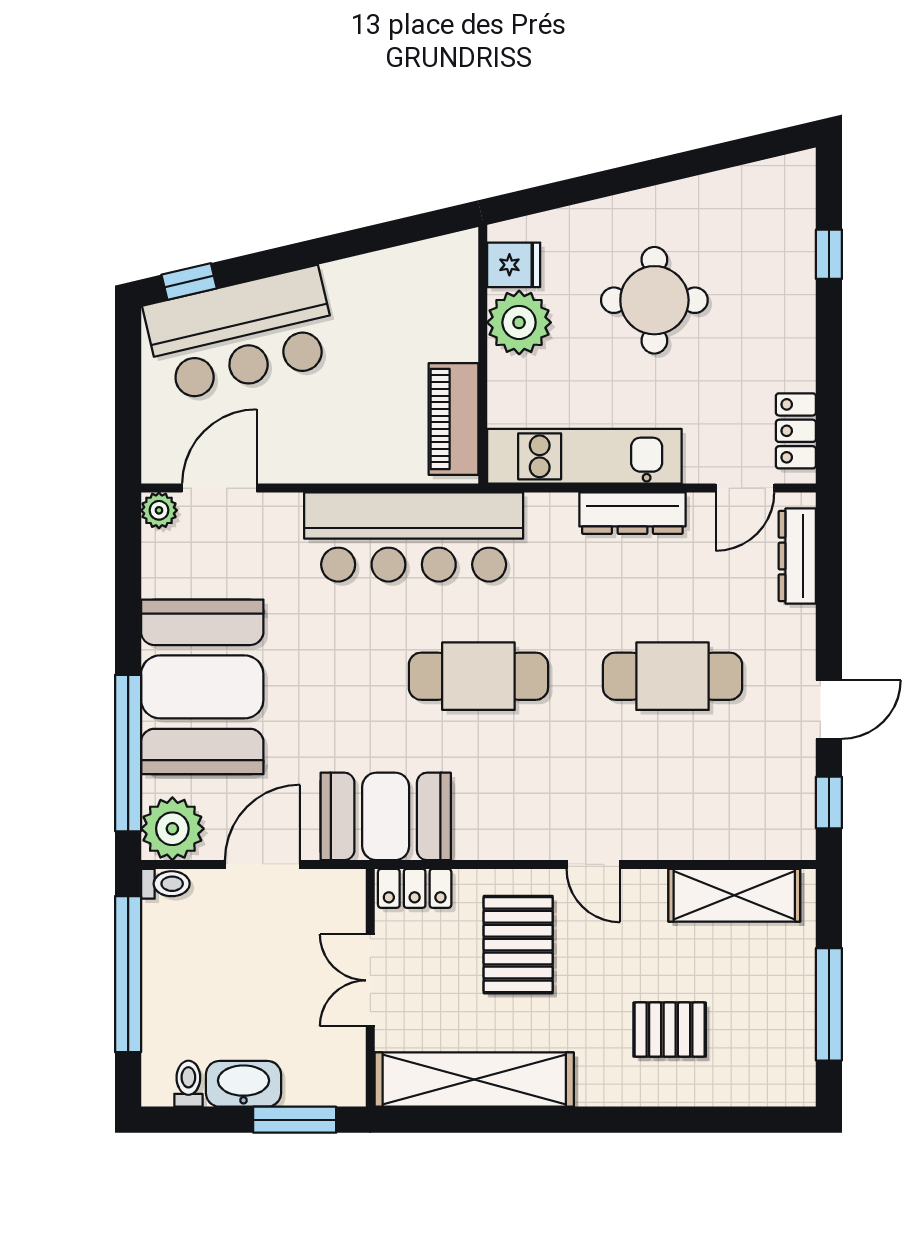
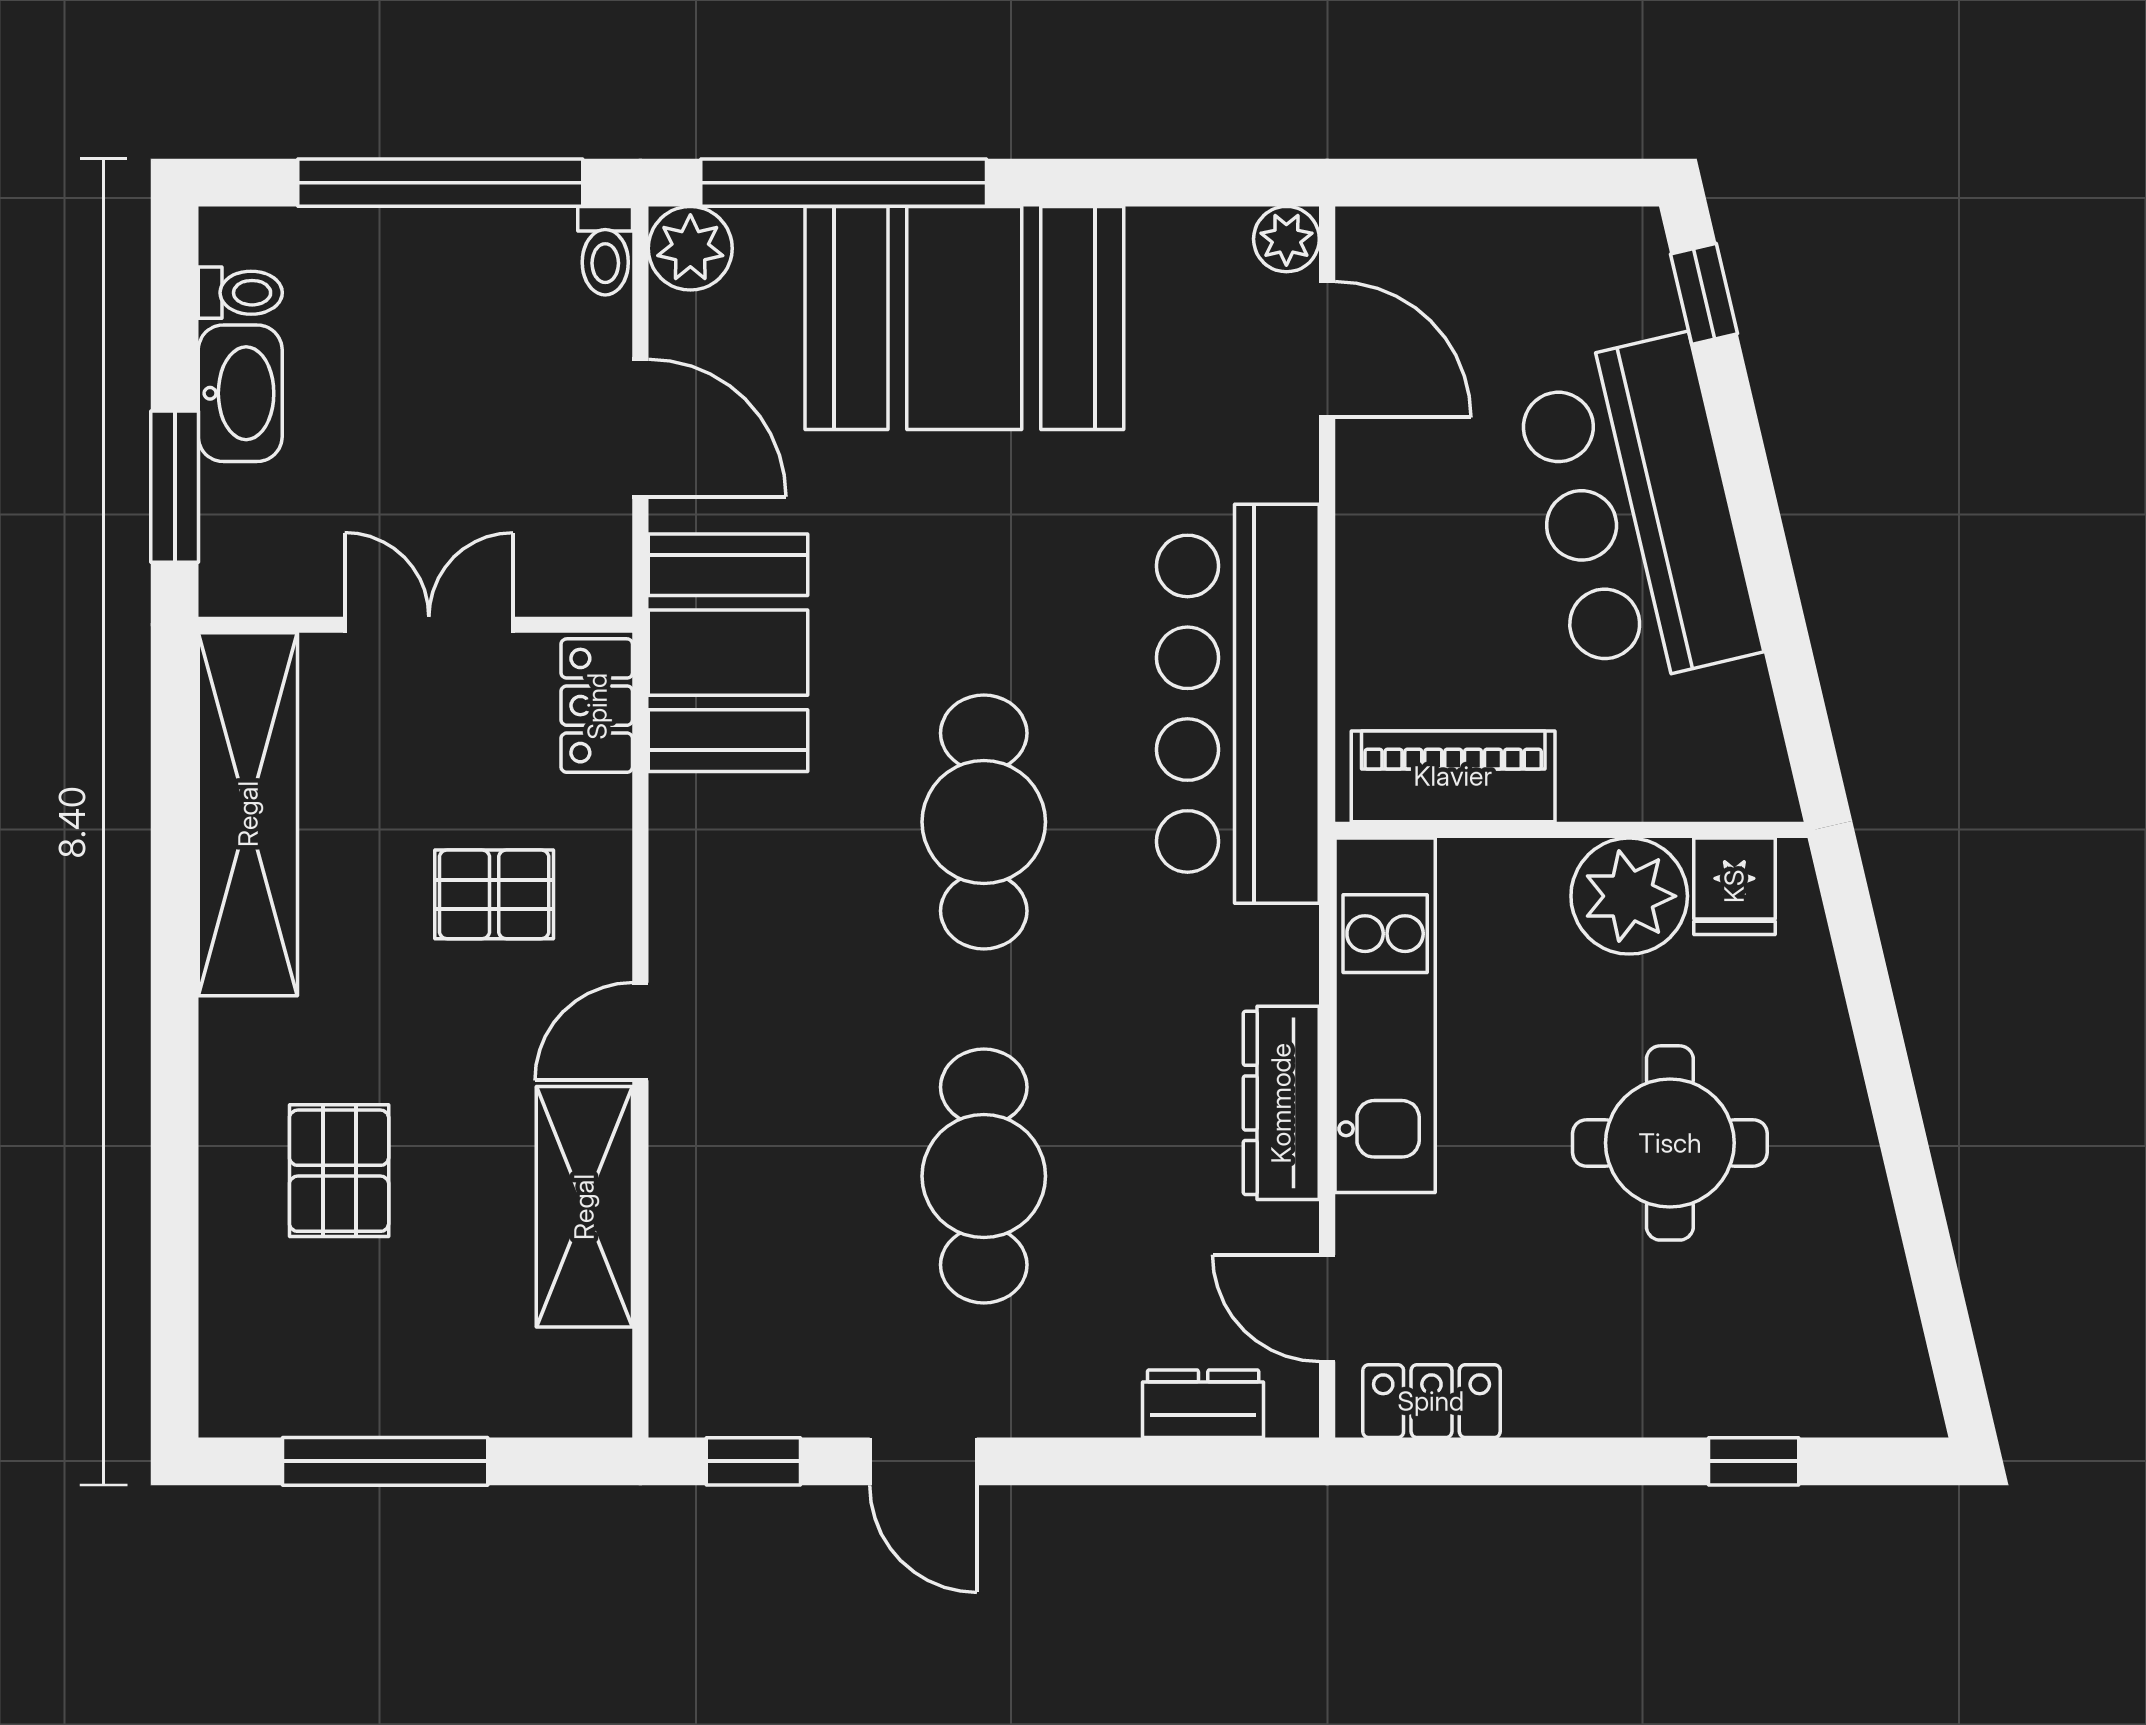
bar counter: (241, 334) -> (1637, 512), moved
dresser: (797, 556) -> (1203, 1404), width x0.70
plant: (172, 829) -> (690, 248), width x0.73, depth x0.73
shelving: (734, 895) -> (584, 1207), moved
pallet: (518, 945) -> (494, 894), width x0.67, depth x0.71

